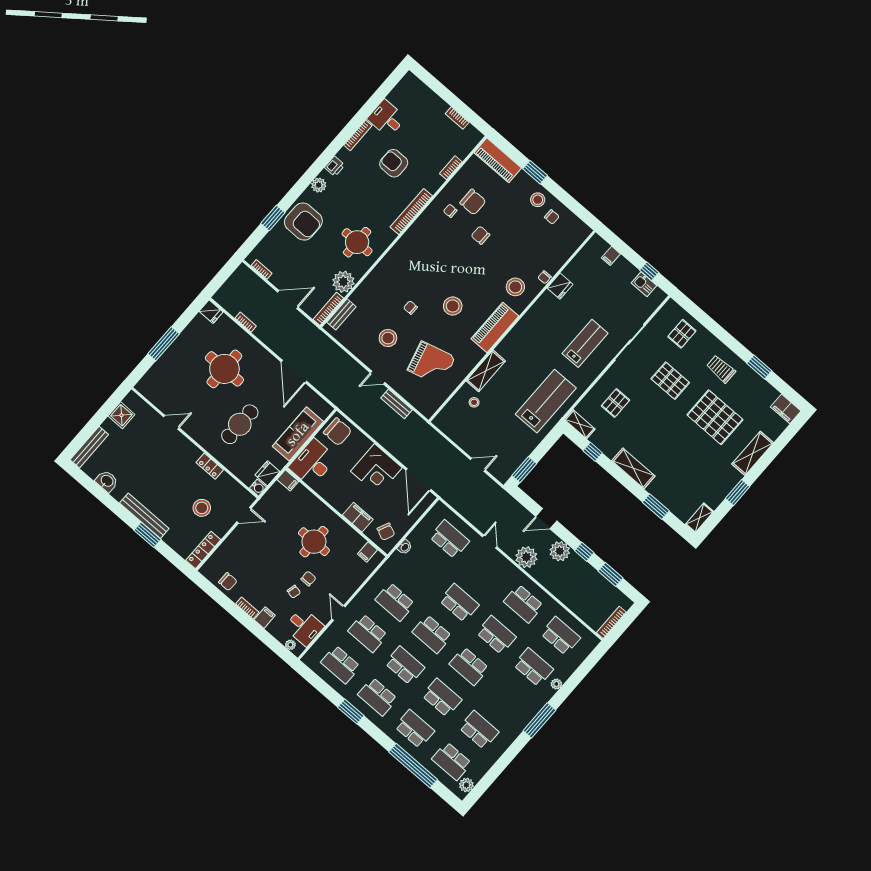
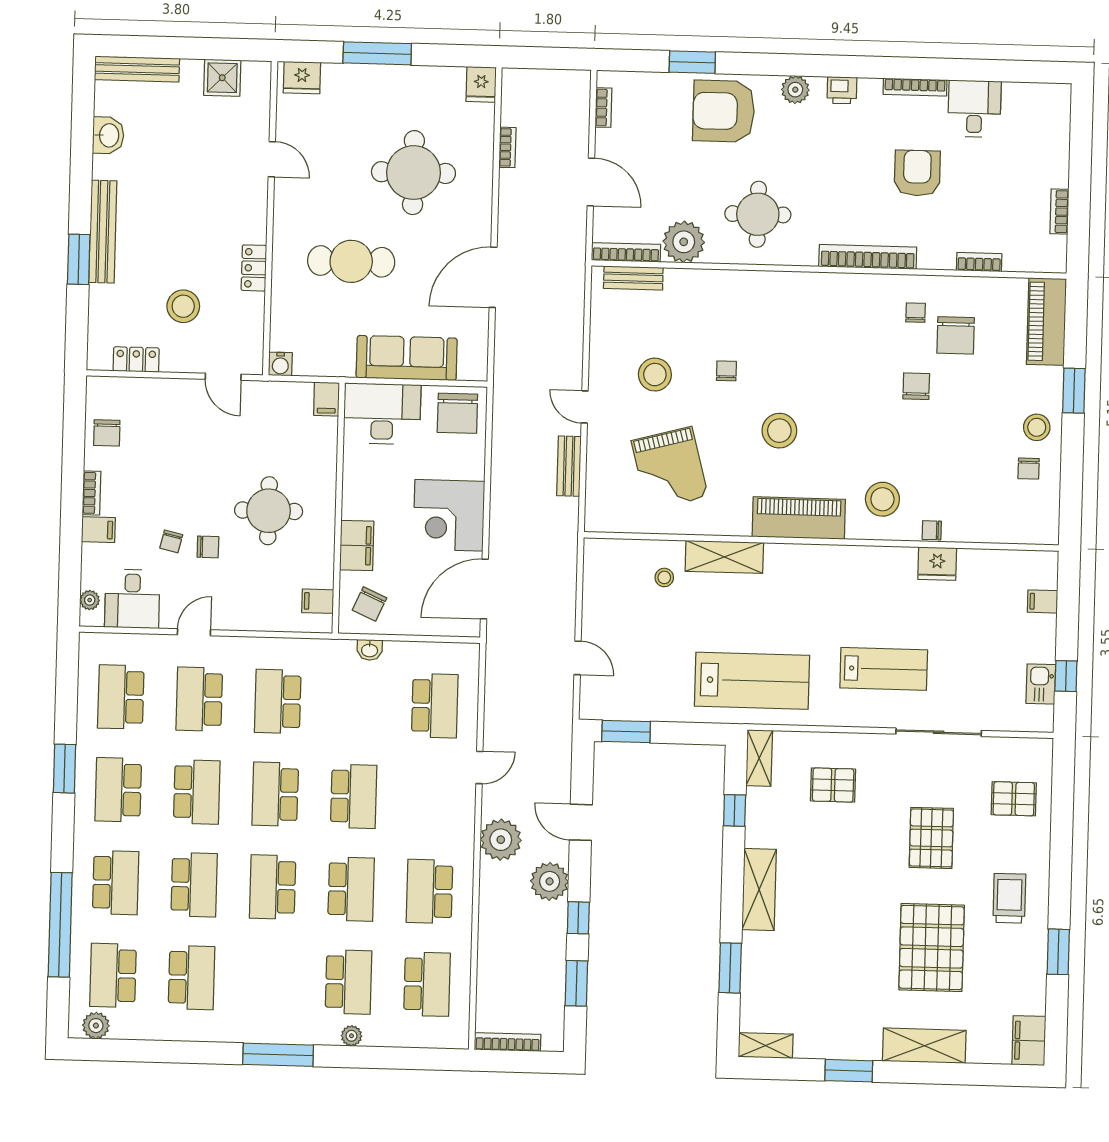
armchair: (303, 222) -> (724, 111), turned 90
fridge: (267, 473) -> (302, 78), moved, turned 180
locker: (203, 550) -> (136, 359), width x0.66

